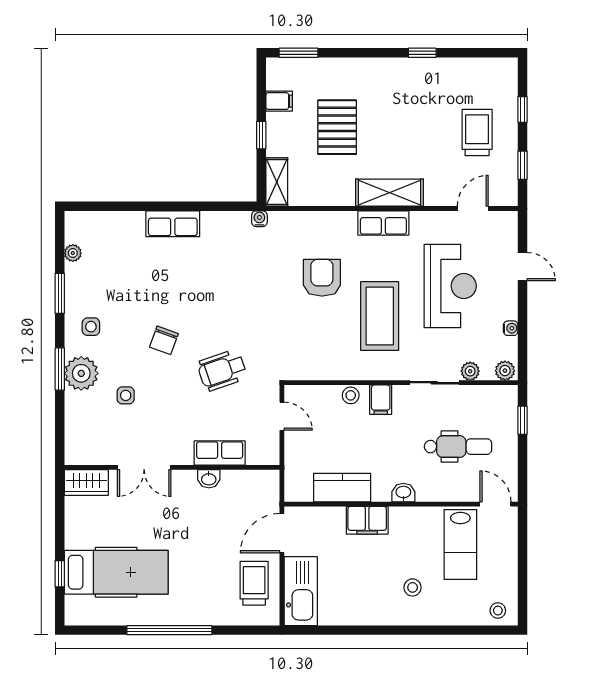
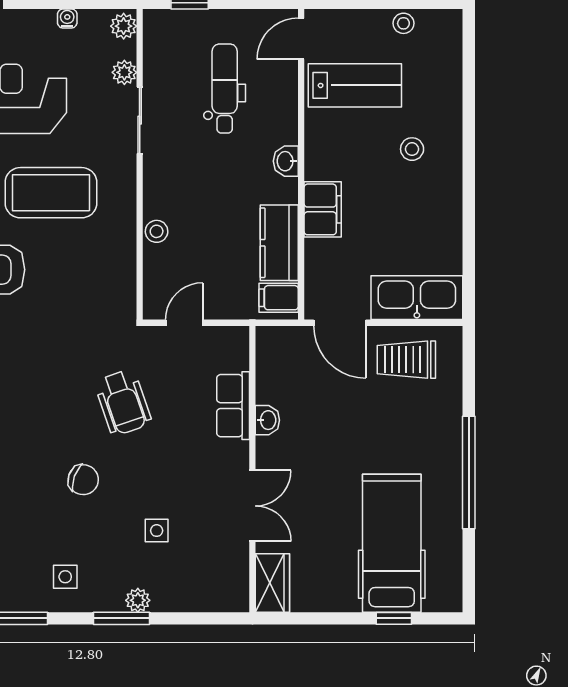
plant: (81, 373) -> (138, 600), width x0.53, depth x0.53
filing cabinet: (381, 400) -> (279, 298), moved, turned 180
stool: (498, 611) -> (403, 23), moved

